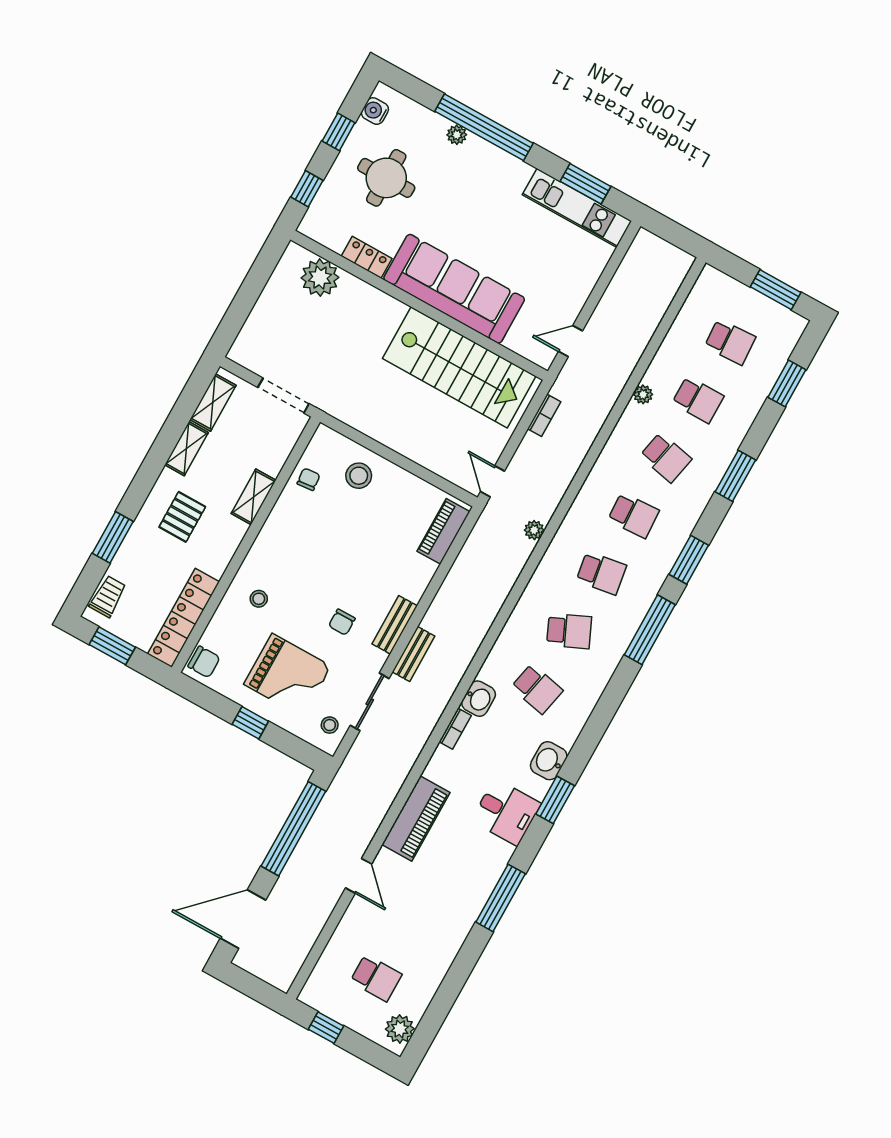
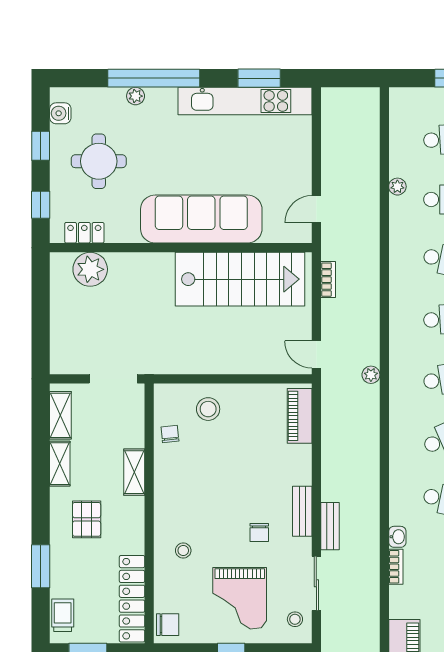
kitchen unit: (577, 208) -> (245, 101), width x1.36
locker: (367, 257) -> (84, 233), moved
plant: (643, 394) -> (397, 187), moved
grand piano: (288, 675) -> (240, 598), turned 90
washbasin: (479, 699) -> (397, 537), width x0.72, depth x0.69

